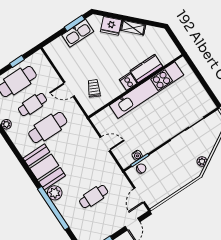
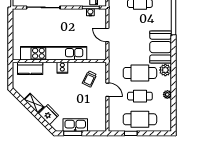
kitchen counter: (146, 69) -> (30, 68), moved
plant: (55, 193) -> (165, 70), moved

